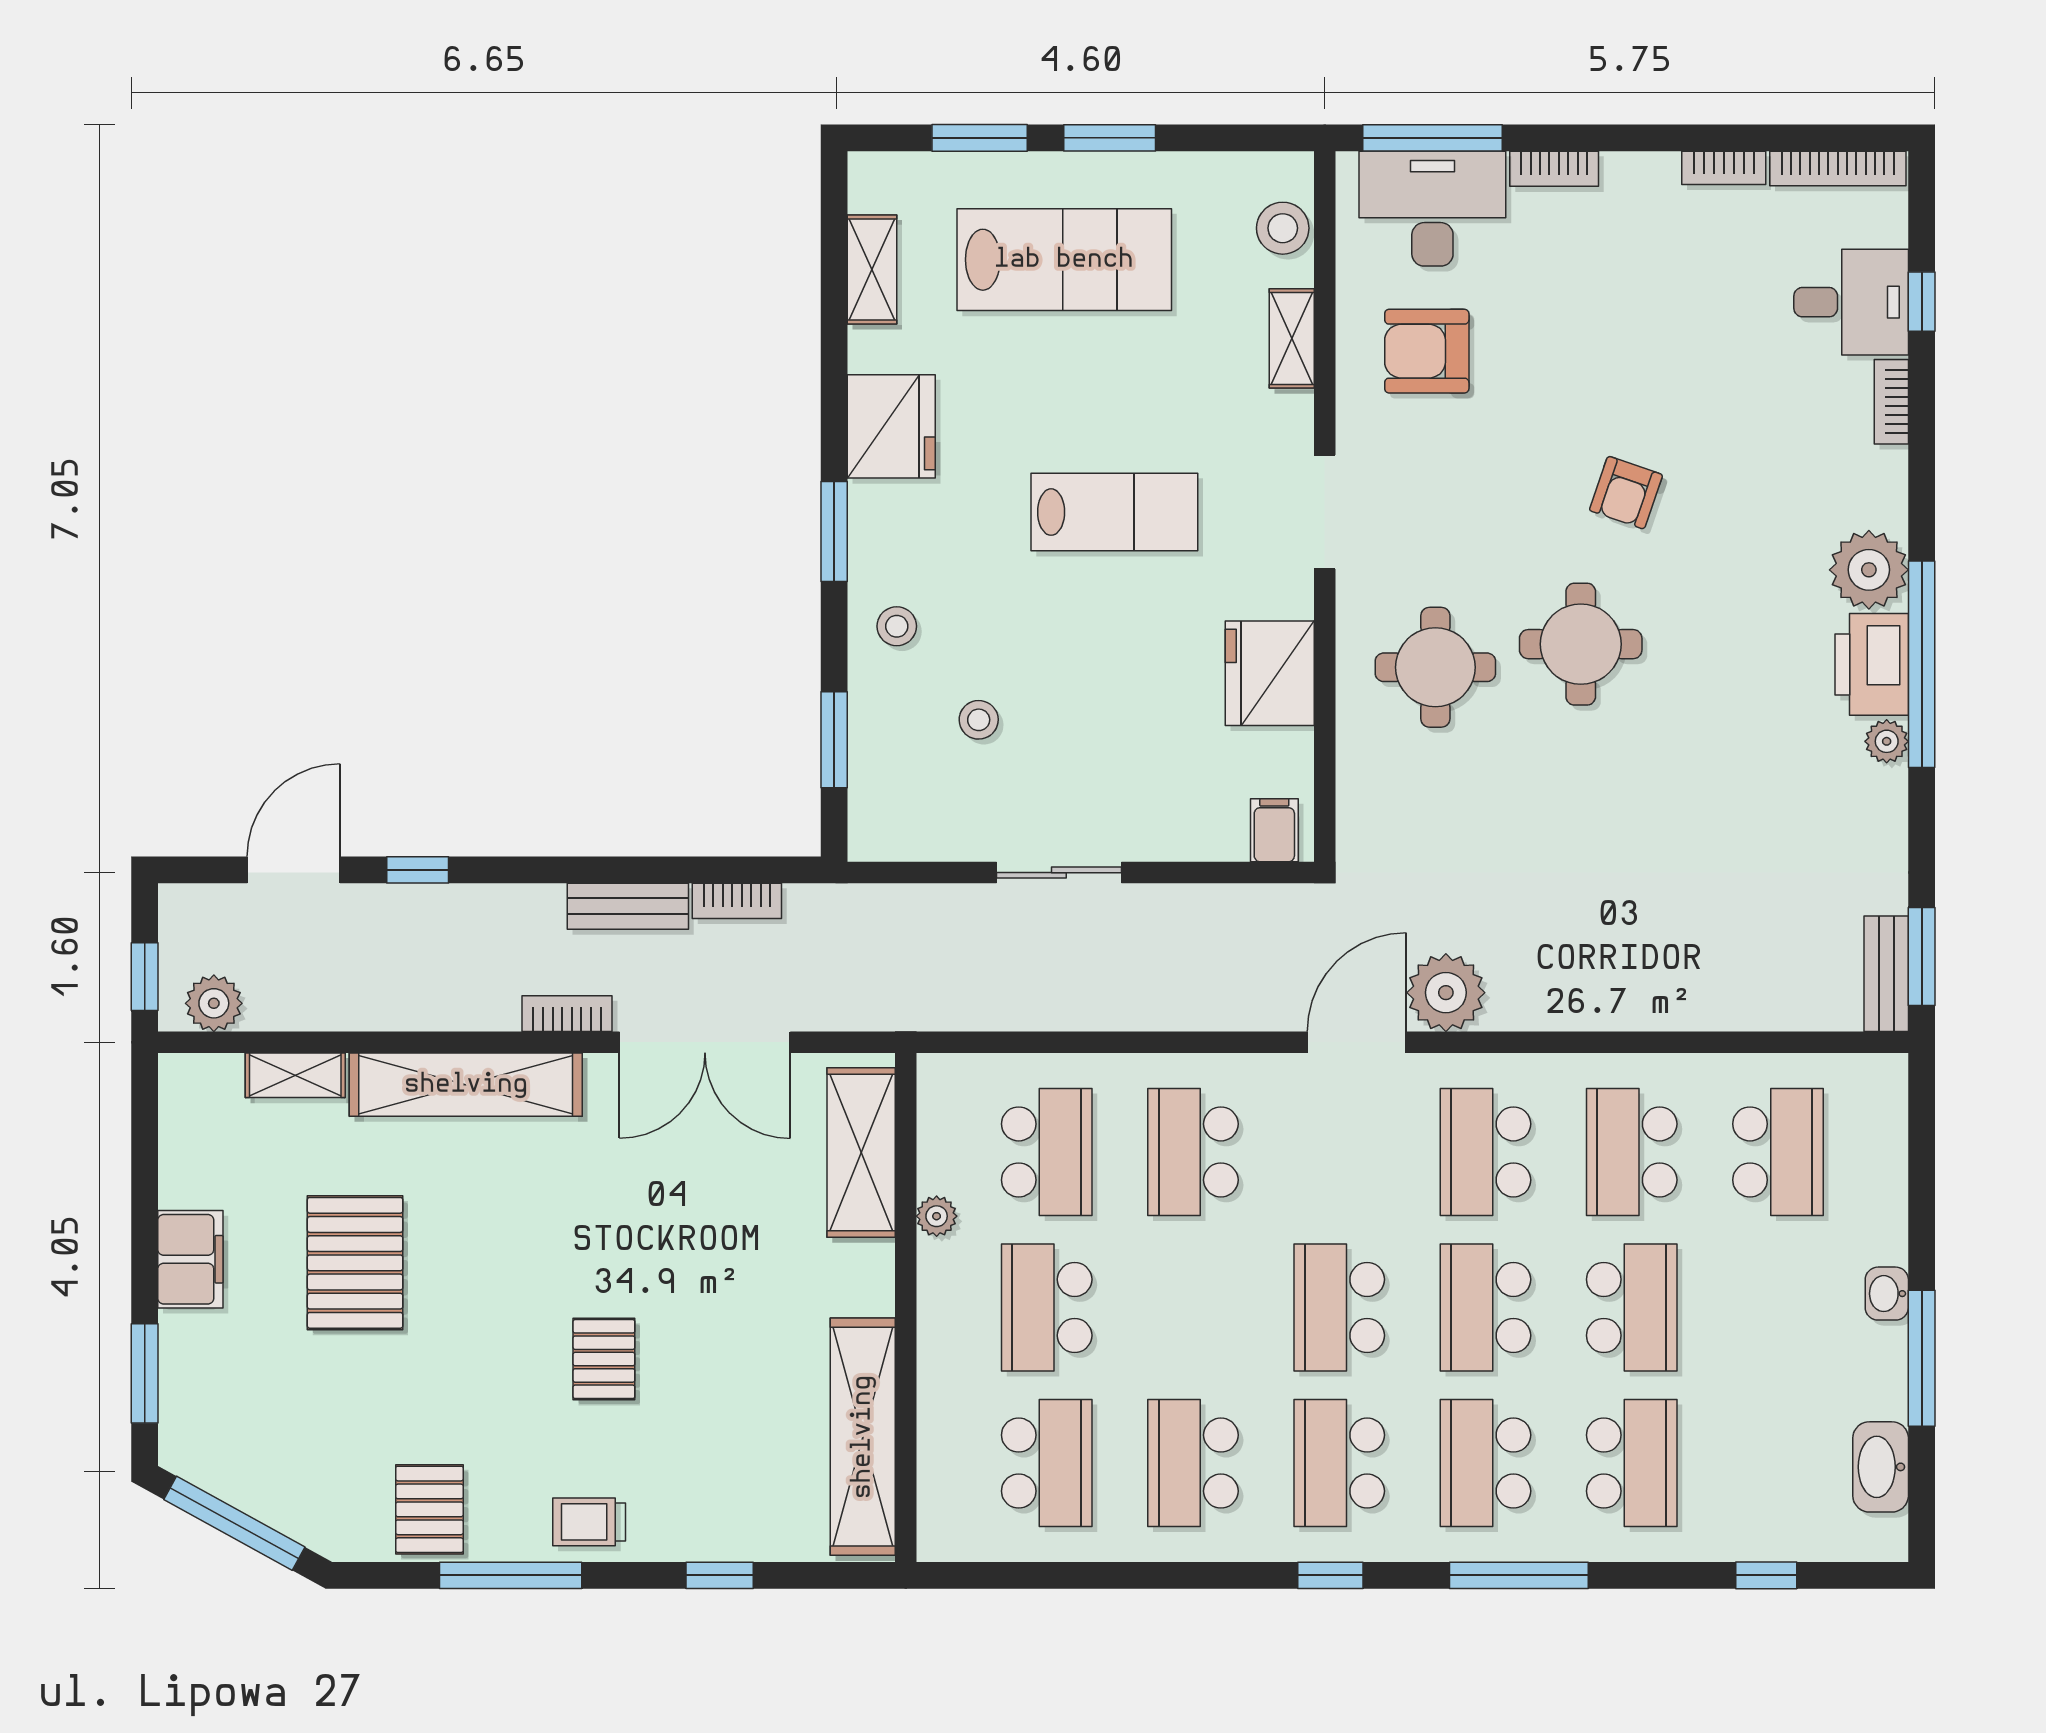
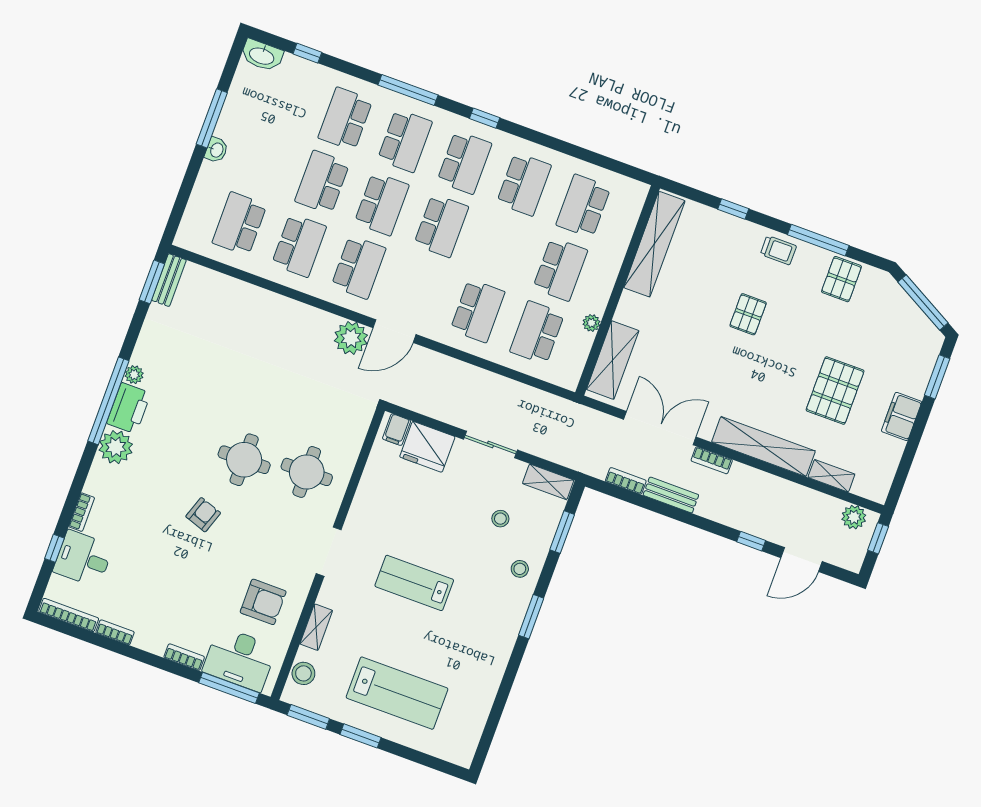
window: (980, 138) -> (308, 717), moved
lab bench: (1064, 260) -> (397, 693), turned 180
shelving: (872, 270) -> (548, 482), moved, turned 90
fridge: (891, 426) -> (492, 651), removed
fridge: (1270, 673) -> (427, 447), moved, turned 90
washbasin: (1881, 1467) -> (262, 55), moved, turned 90

